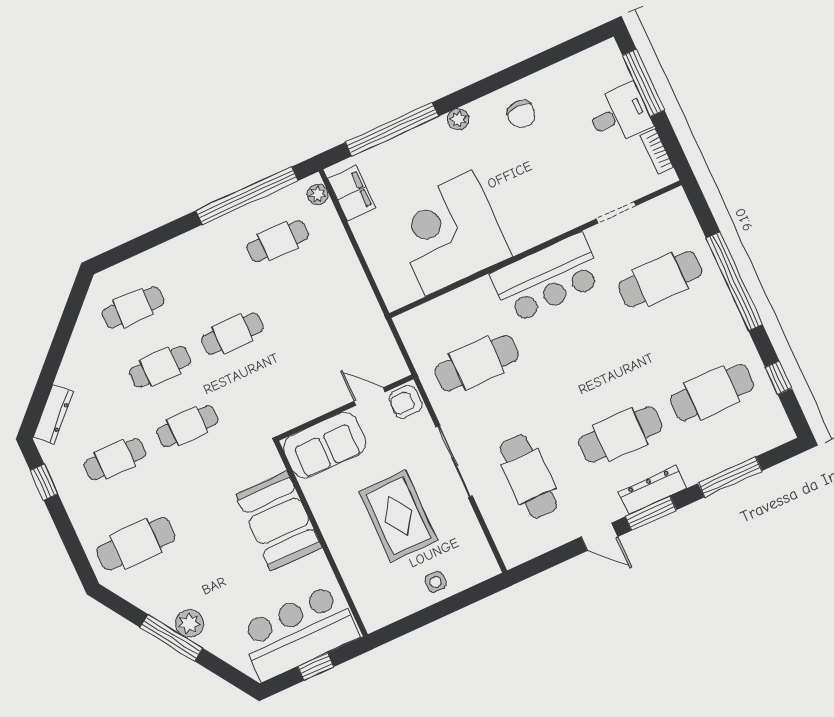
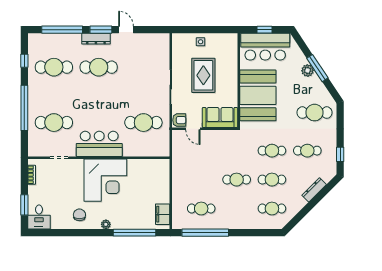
window: (643, 83) -> (24, 205), width x0.69
desk: (619, 114) -> (39, 217), moved, turned -90
plant: (318, 194) -> (176, 220), removed
corner desk: (449, 233) -> (105, 180), moved
dresser: (53, 415) -> (314, 190), moved
cafe table: (529, 476) -> (143, 67), removed
window: (730, 477) -> (62, 30), width x1.46
booth: (279, 521) -> (258, 95), width x1.36, depth x1.42

